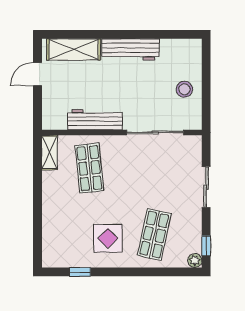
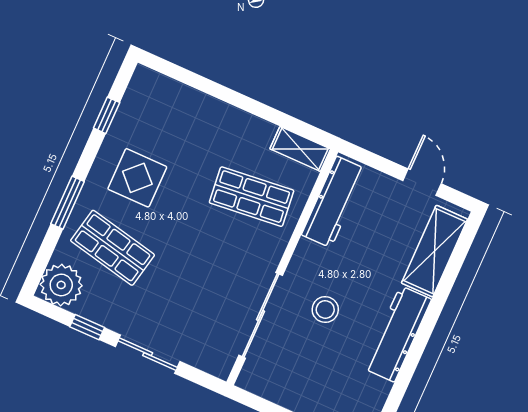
stool: (184, 89) -> (325, 310), moved
workbench: (95, 120) -> (334, 202), moved
window: (206, 246) -> (87, 327), moved
plant: (195, 261) -> (61, 285), width x1.88, depth x1.88
window: (140, 272) -> (68, 203), added

